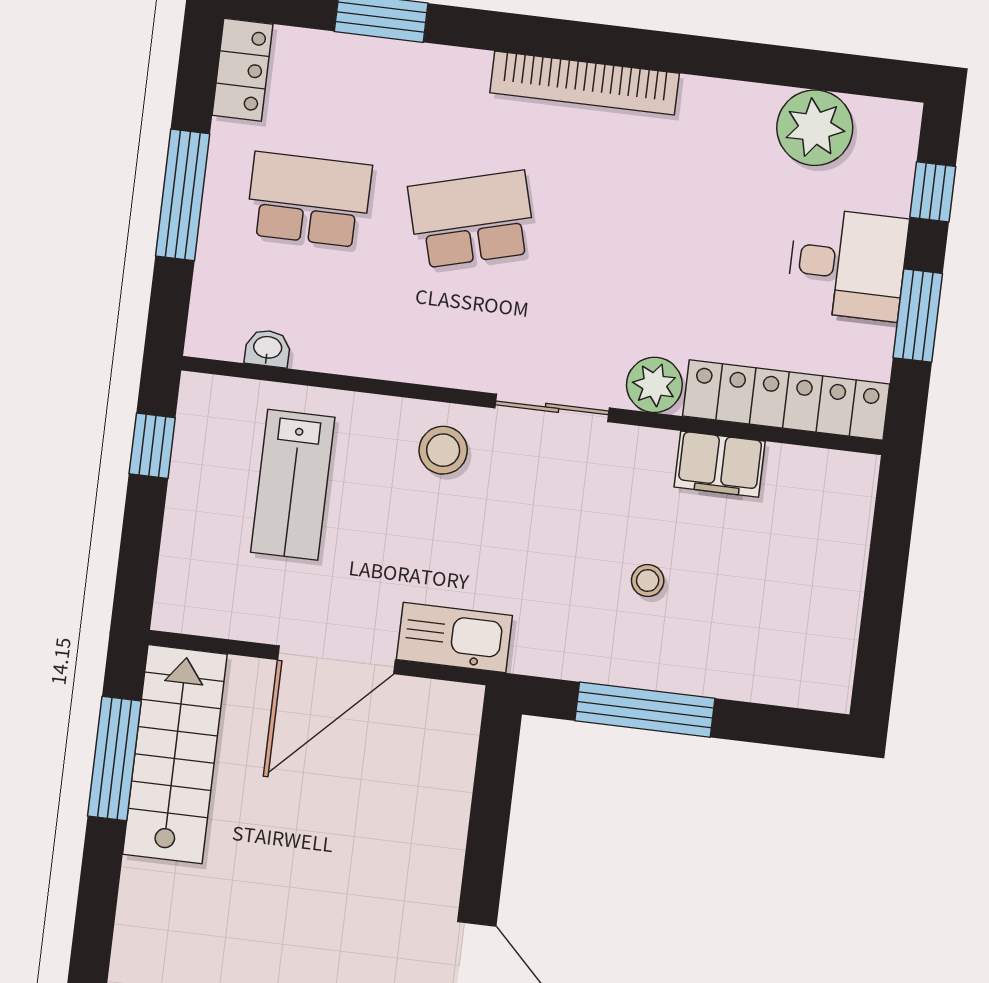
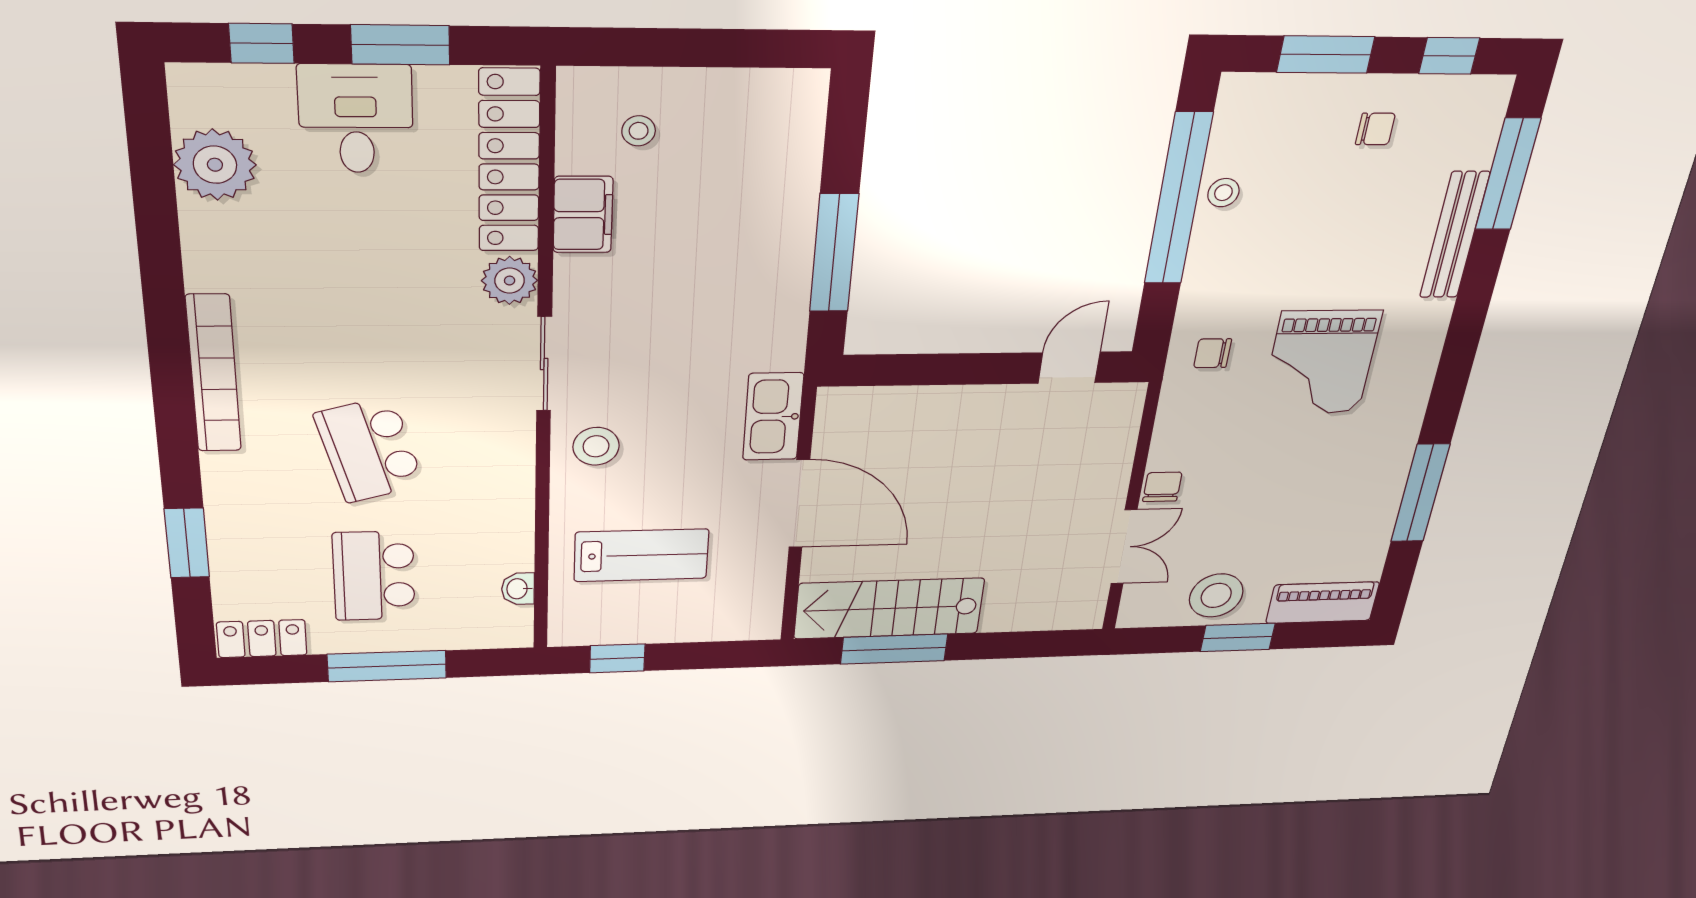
stool: (648, 581) -> (639, 131), moved

